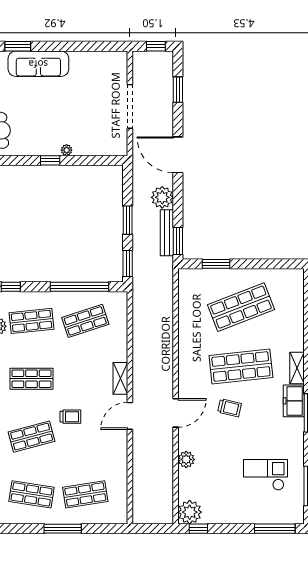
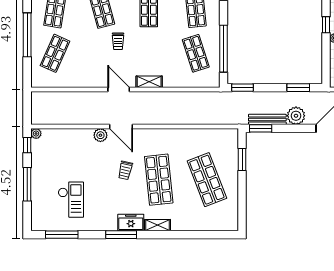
window: (128, 220) -> (298, 88), moved
plant: (186, 459) -> (100, 135), moved
shop shelf: (85, 494) -> (55, 53), turned 33
plant: (190, 512) -> (36, 134), width x0.53, depth x0.53
window: (63, 529) -> (27, 35), width x1.46
window: (275, 529) -> (27, 184), moved

